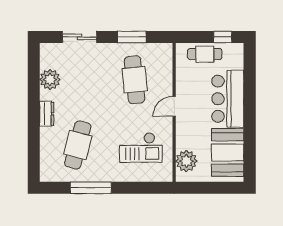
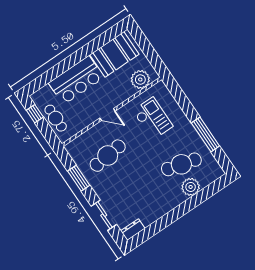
plant: (50, 79) -> (191, 187), moved
dresser: (47, 114) -> (133, 230), moved

